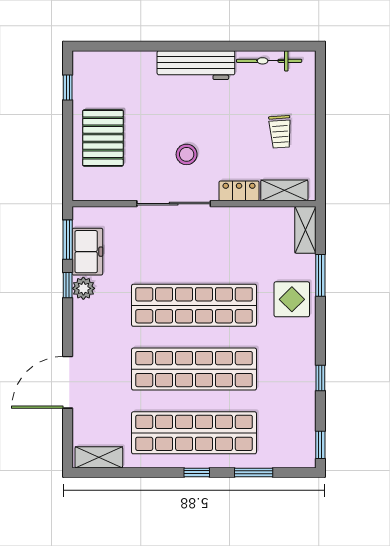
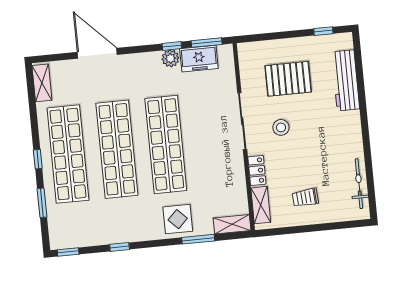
workbench: (196, 65) -> (346, 80), moved
pallet: (103, 138) -> (288, 79), moved

